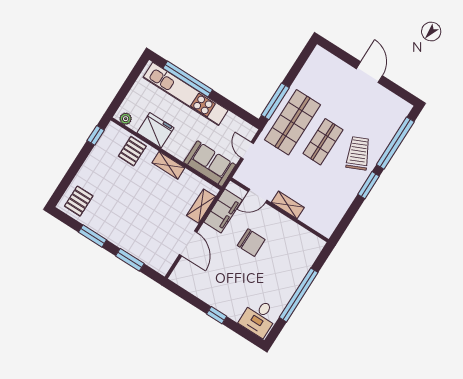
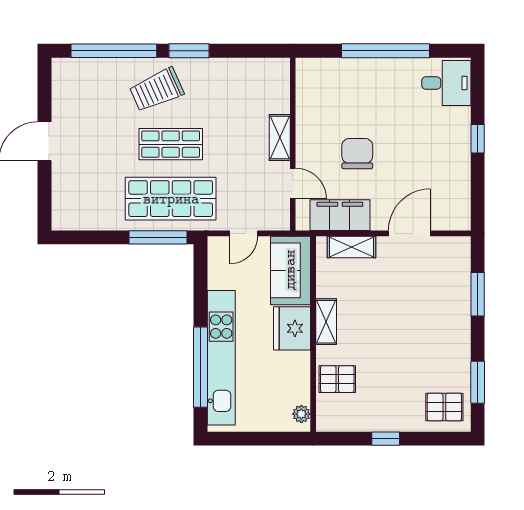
fridge: (155, 130) -> (292, 328), moved
window: (96, 135) -> (386, 439), moved
window: (93, 236) -> (478, 382), moved

